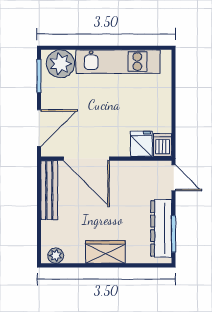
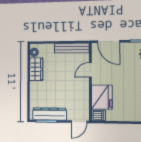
fridge: (141, 144) -> (102, 97), width x1.88, depth x1.34
door: (86, 159) -> (90, 70), width x0.53
wardrobe: (105, 252) -> (36, 69), moved

